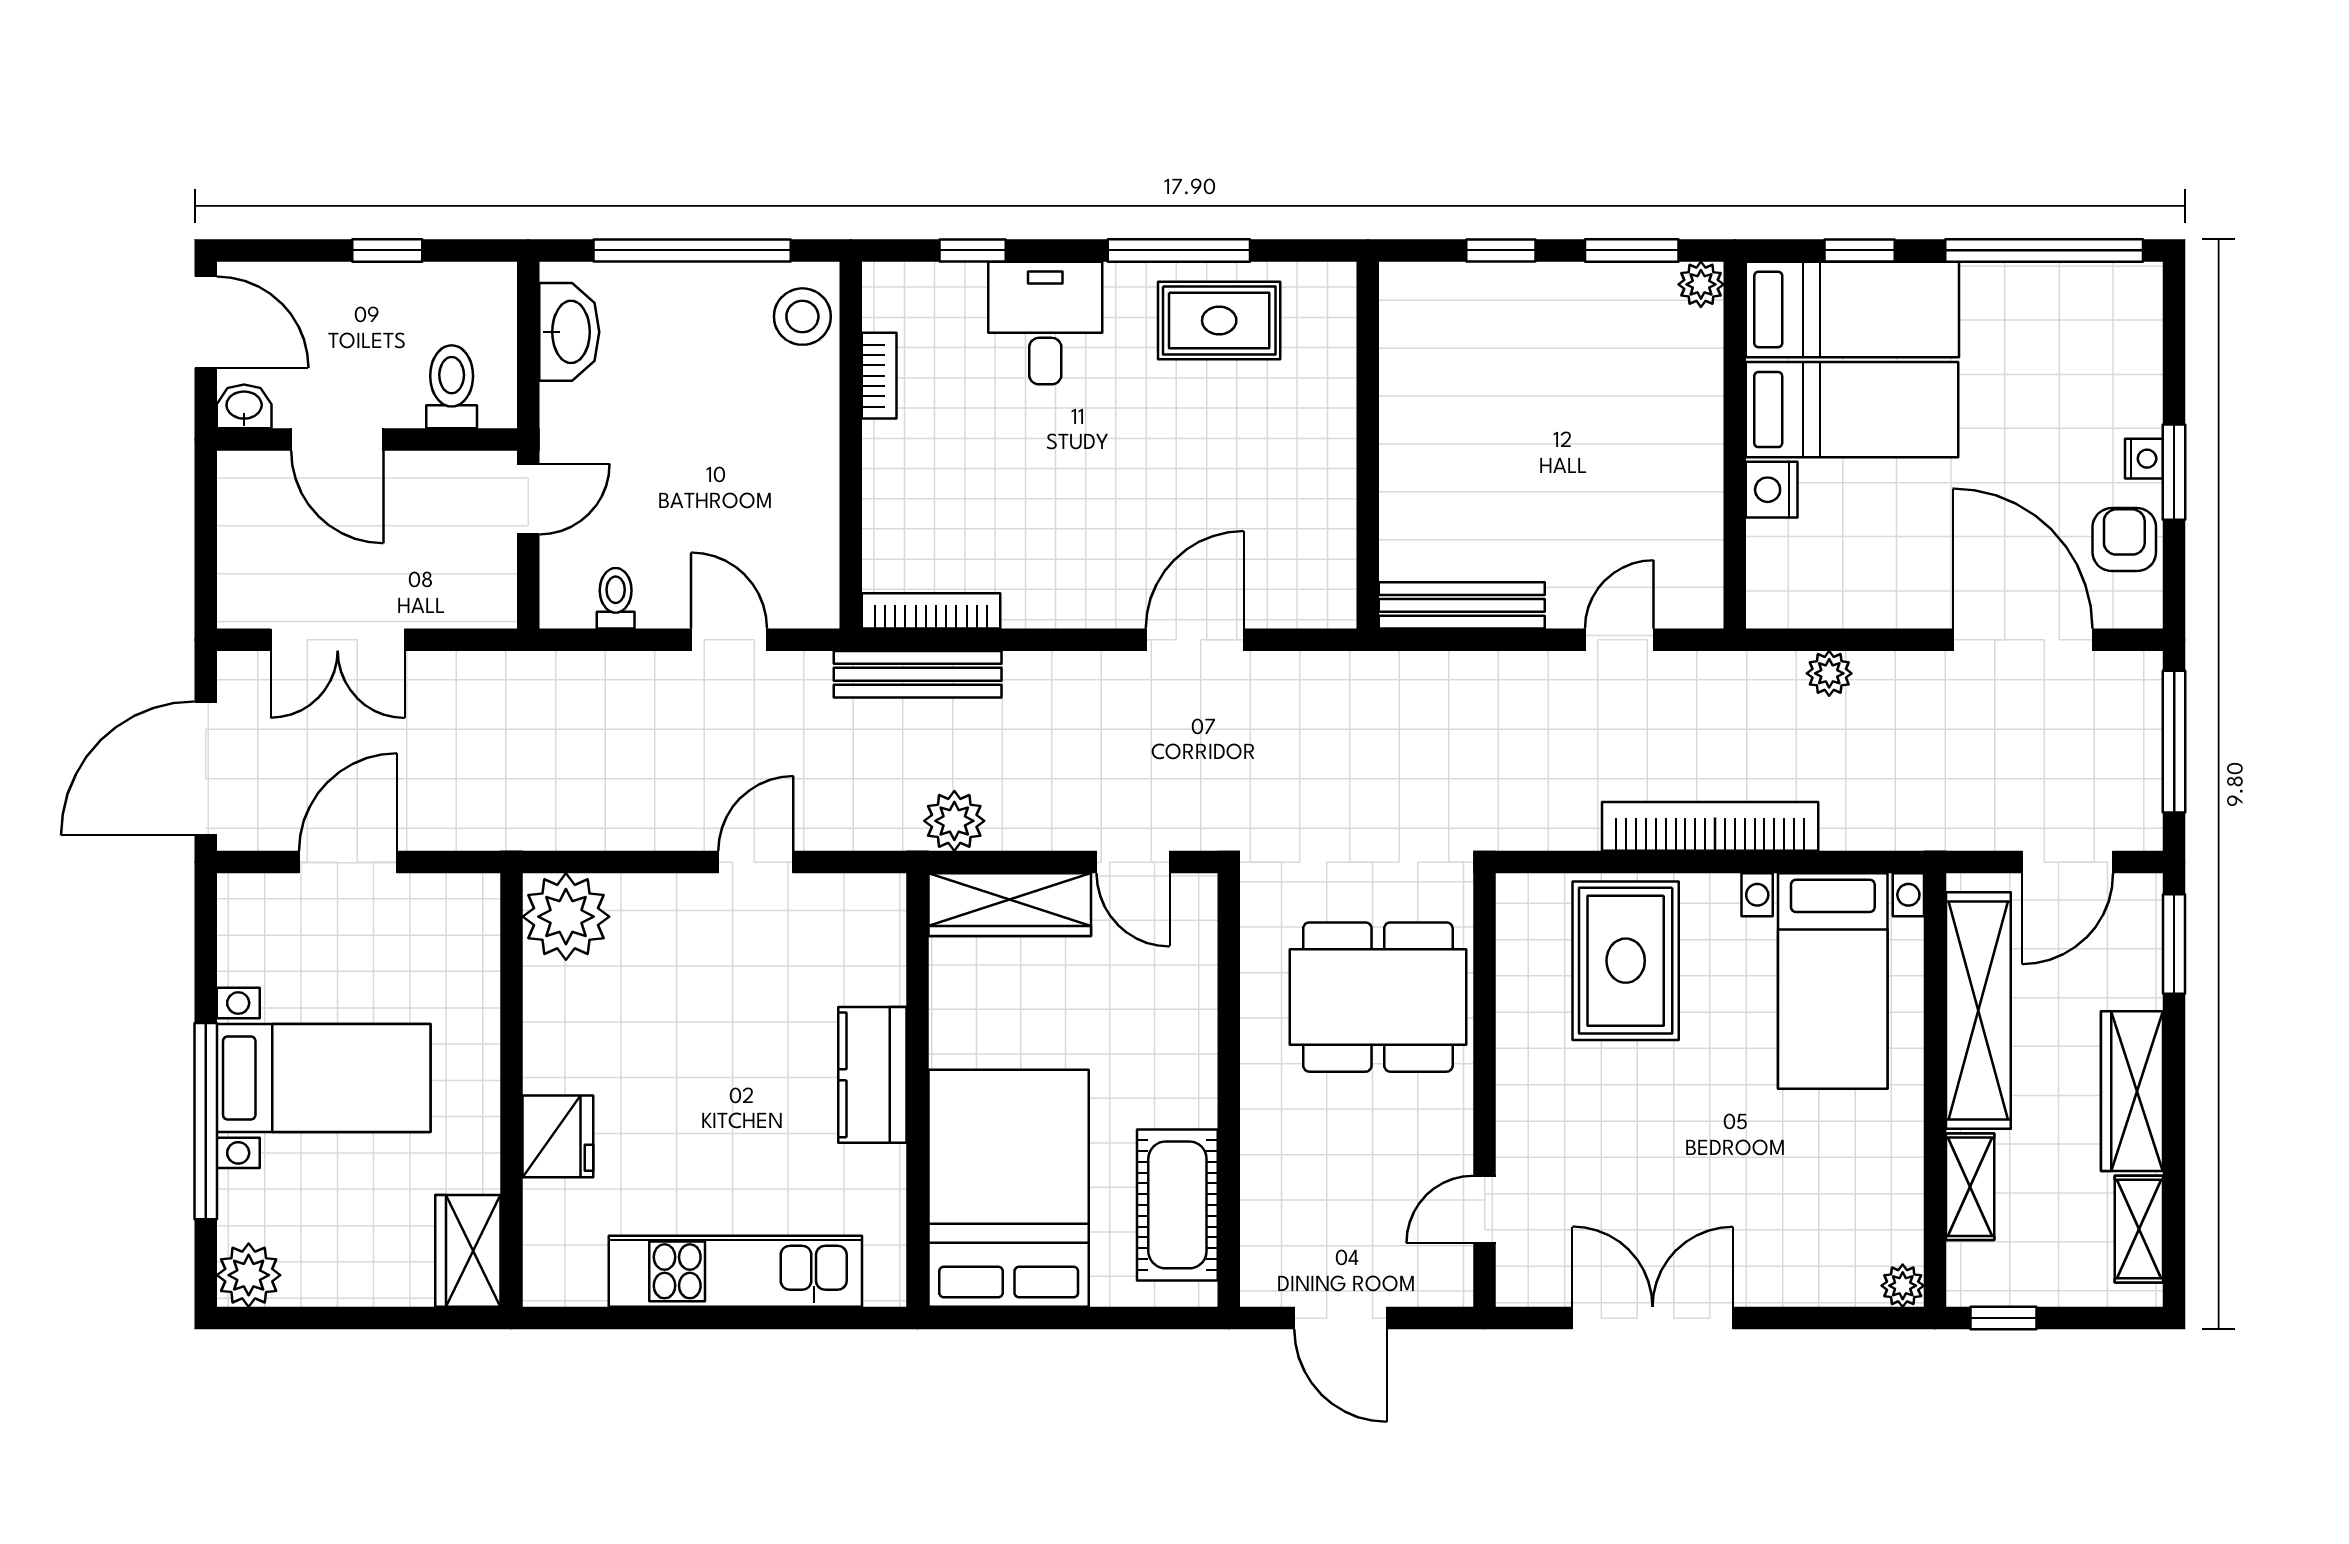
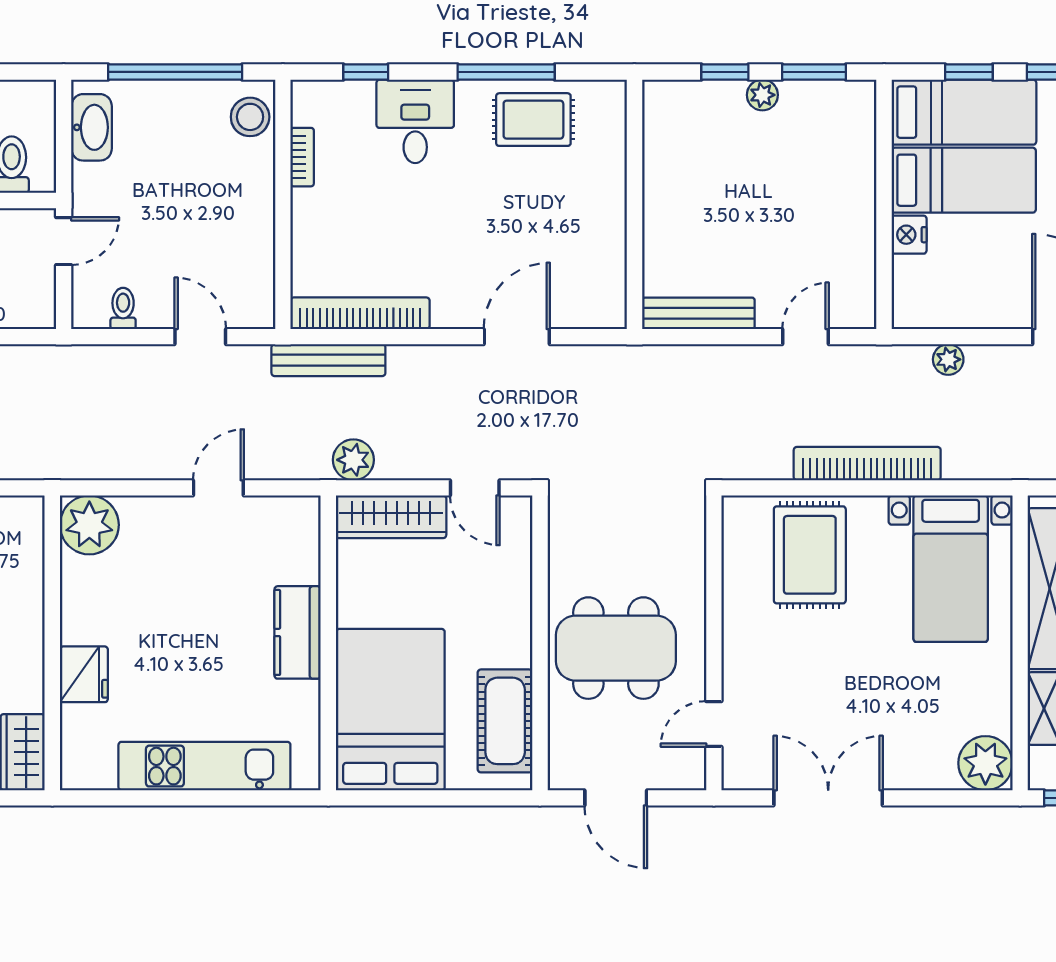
plant: (1701, 284) -> (762, 95), moved
bookcase: (931, 611) -> (360, 313), width x1.48, depth x1.31
dining table: (1378, 997) -> (616, 648), moved
plant: (1903, 1286) -> (985, 763), width x1.87, depth x1.87

